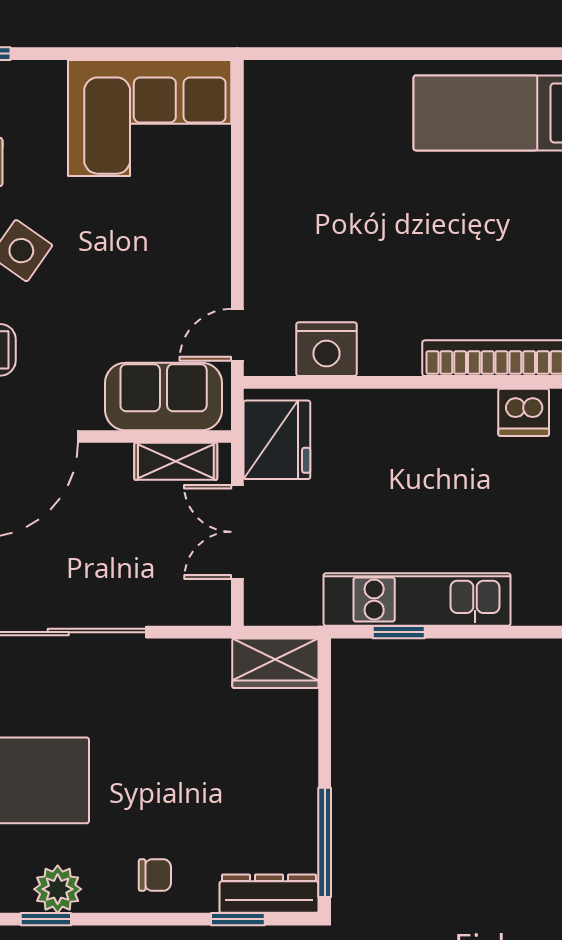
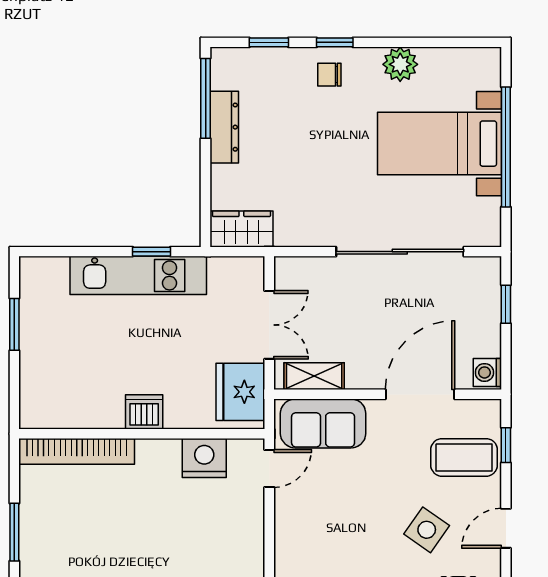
dishwasher: (524, 412) -> (144, 412), moved
dresser: (269, 894) -> (224, 127), moved, turned -90
window: (46, 919) -> (335, 42), moved

